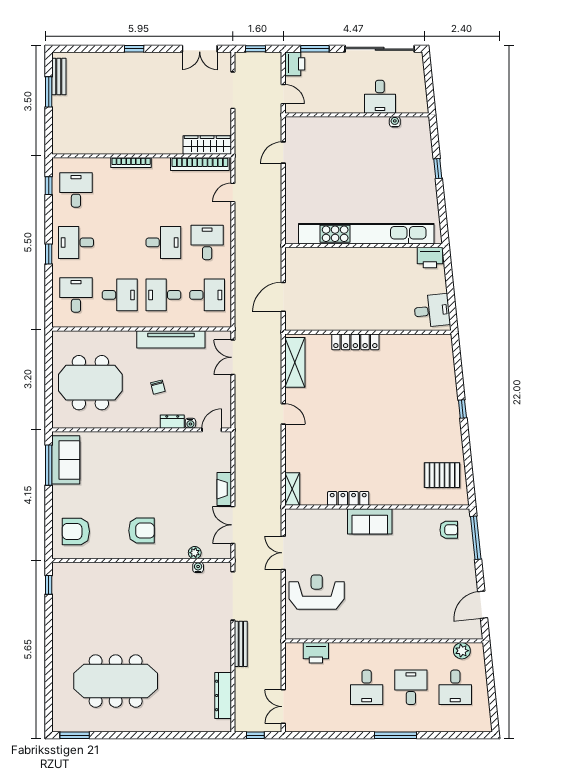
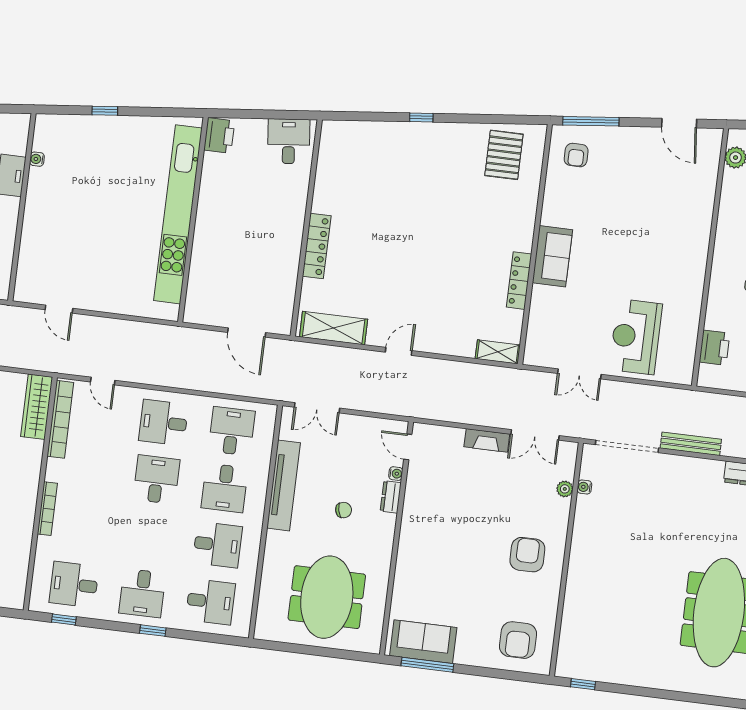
desk: (76, 295) -> (210, 602), turned 180
desk: (120, 295) -> (218, 545), turned 90
armchair: (449, 530) -> (576, 155), turned 180

